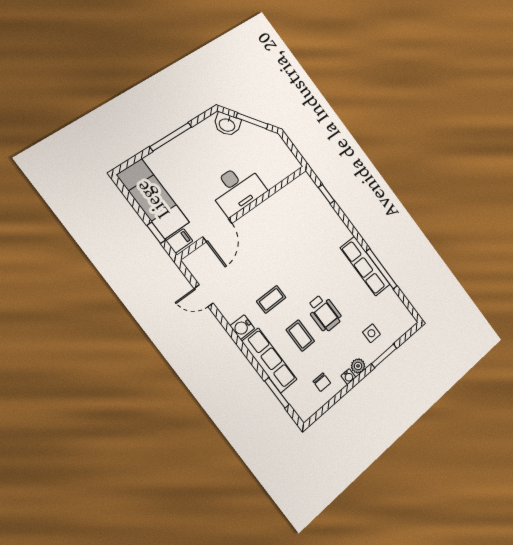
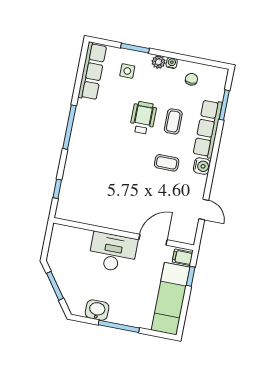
washbasin: (227, 125) -> (97, 310), moved, turned -54
row of seats: (365, 266) -> (92, 71), moved
window: (381, 269) -> (69, 127), moved

